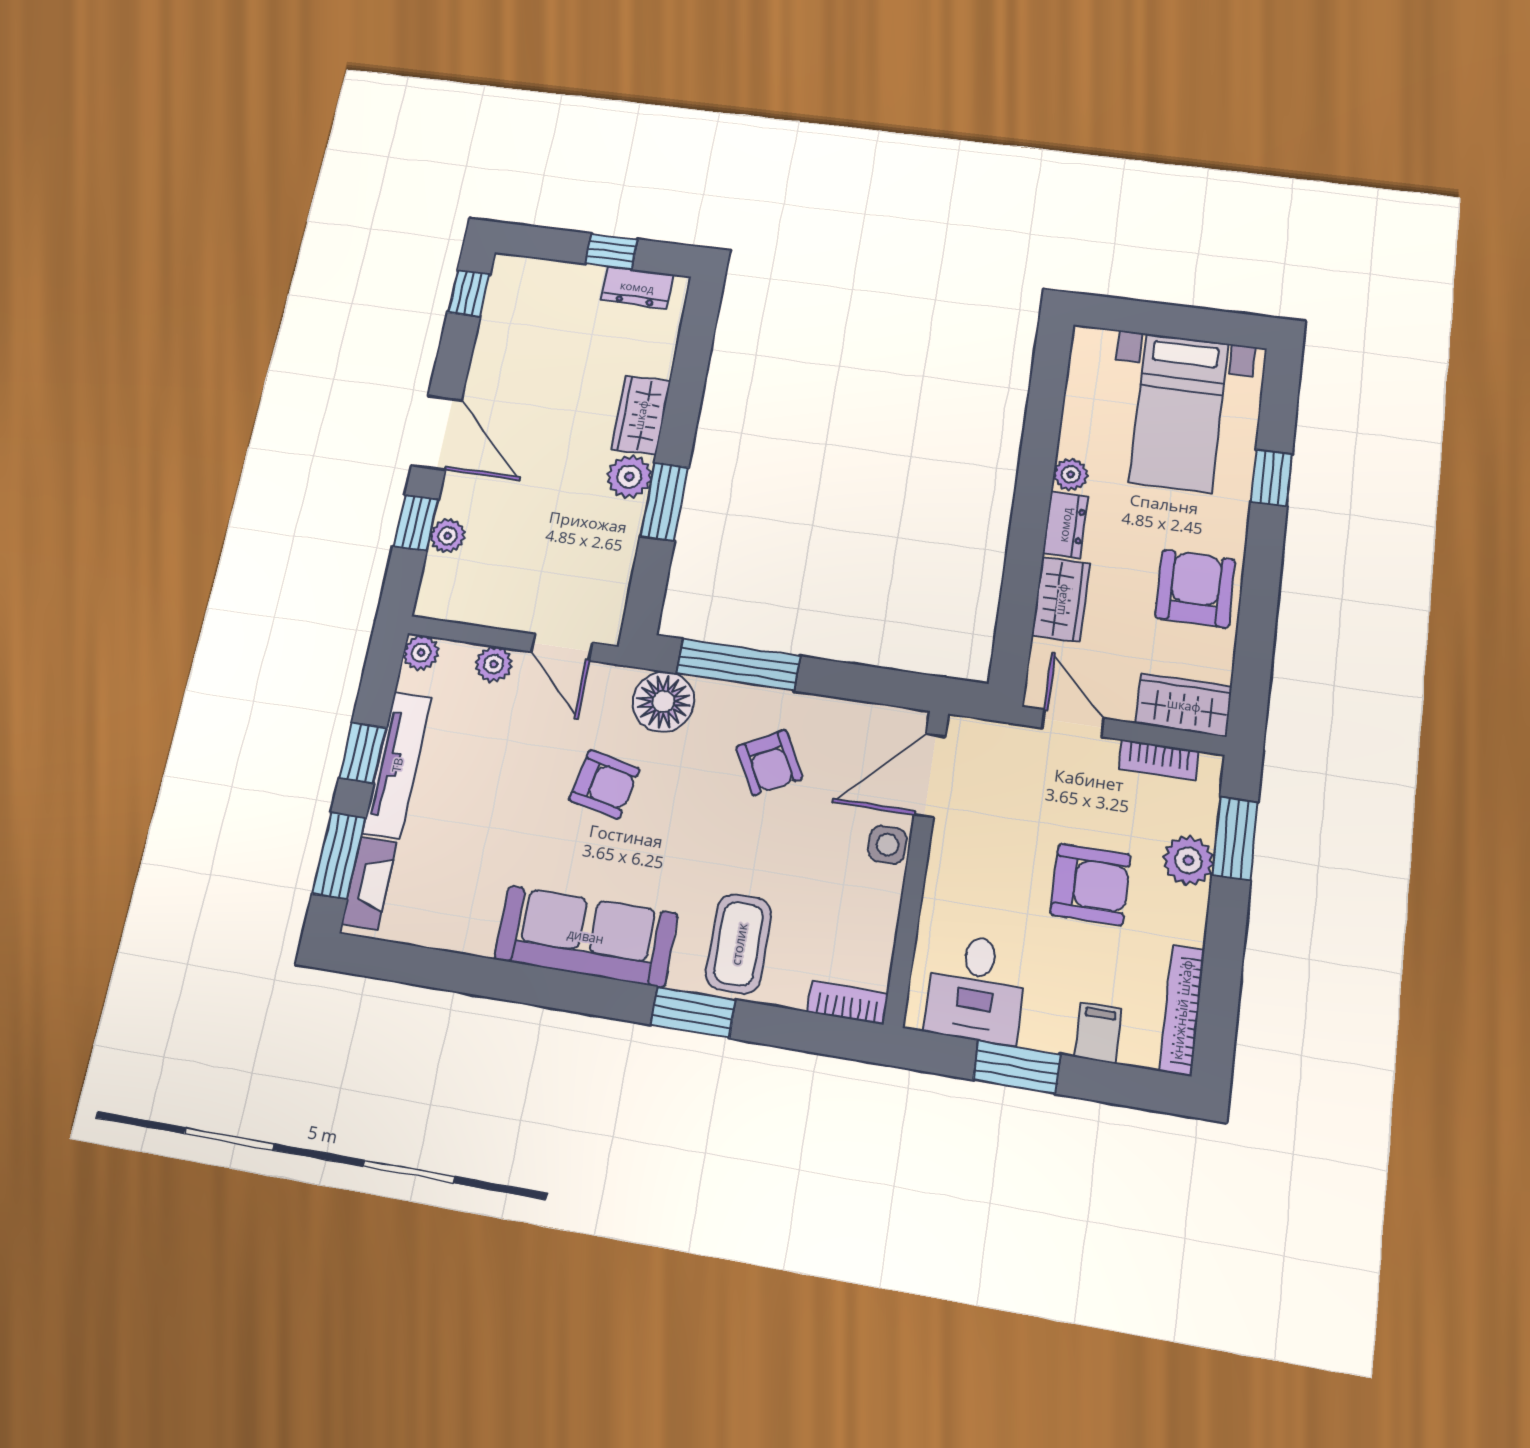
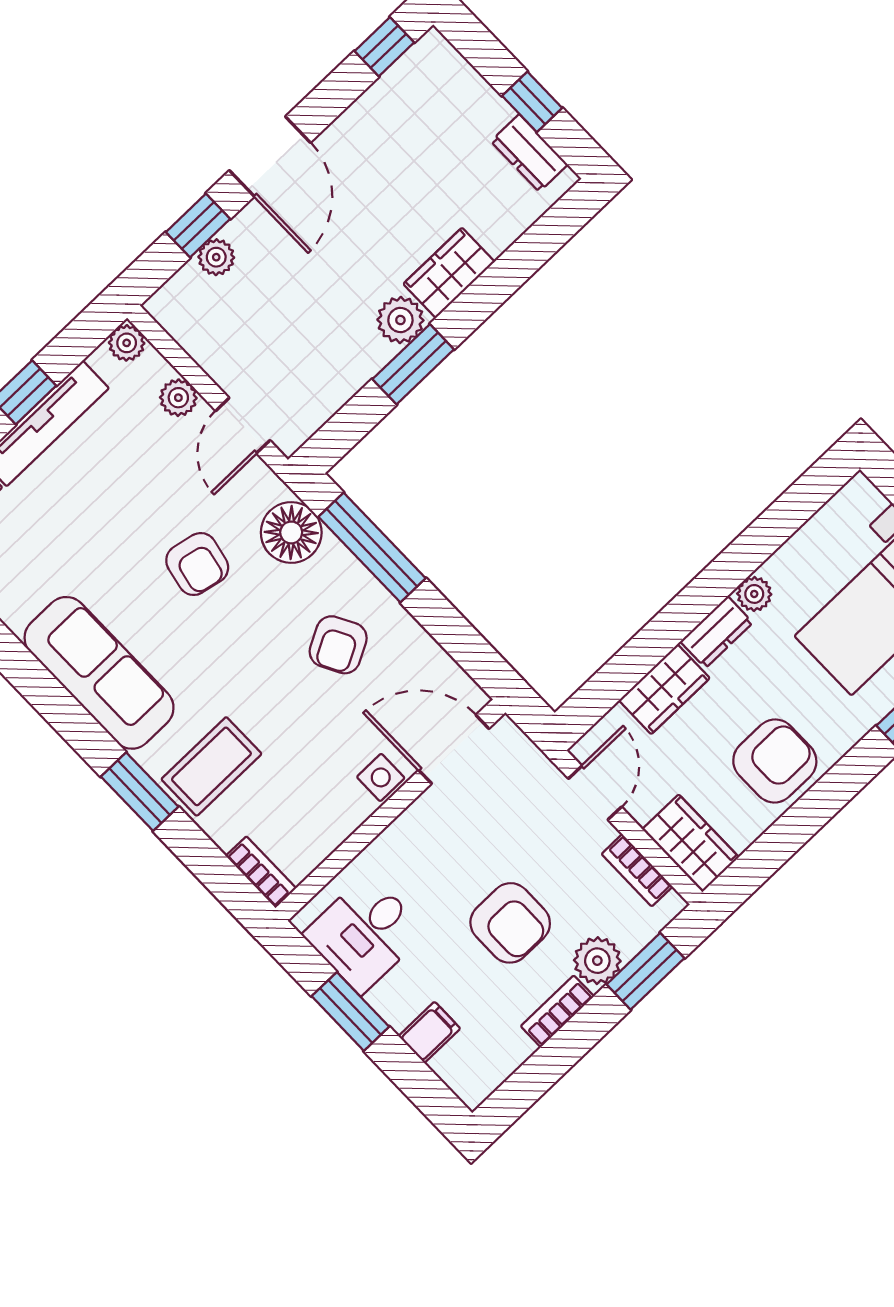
bookcase: (1182, 1010) -> (557, 1011), moved, width x0.64

